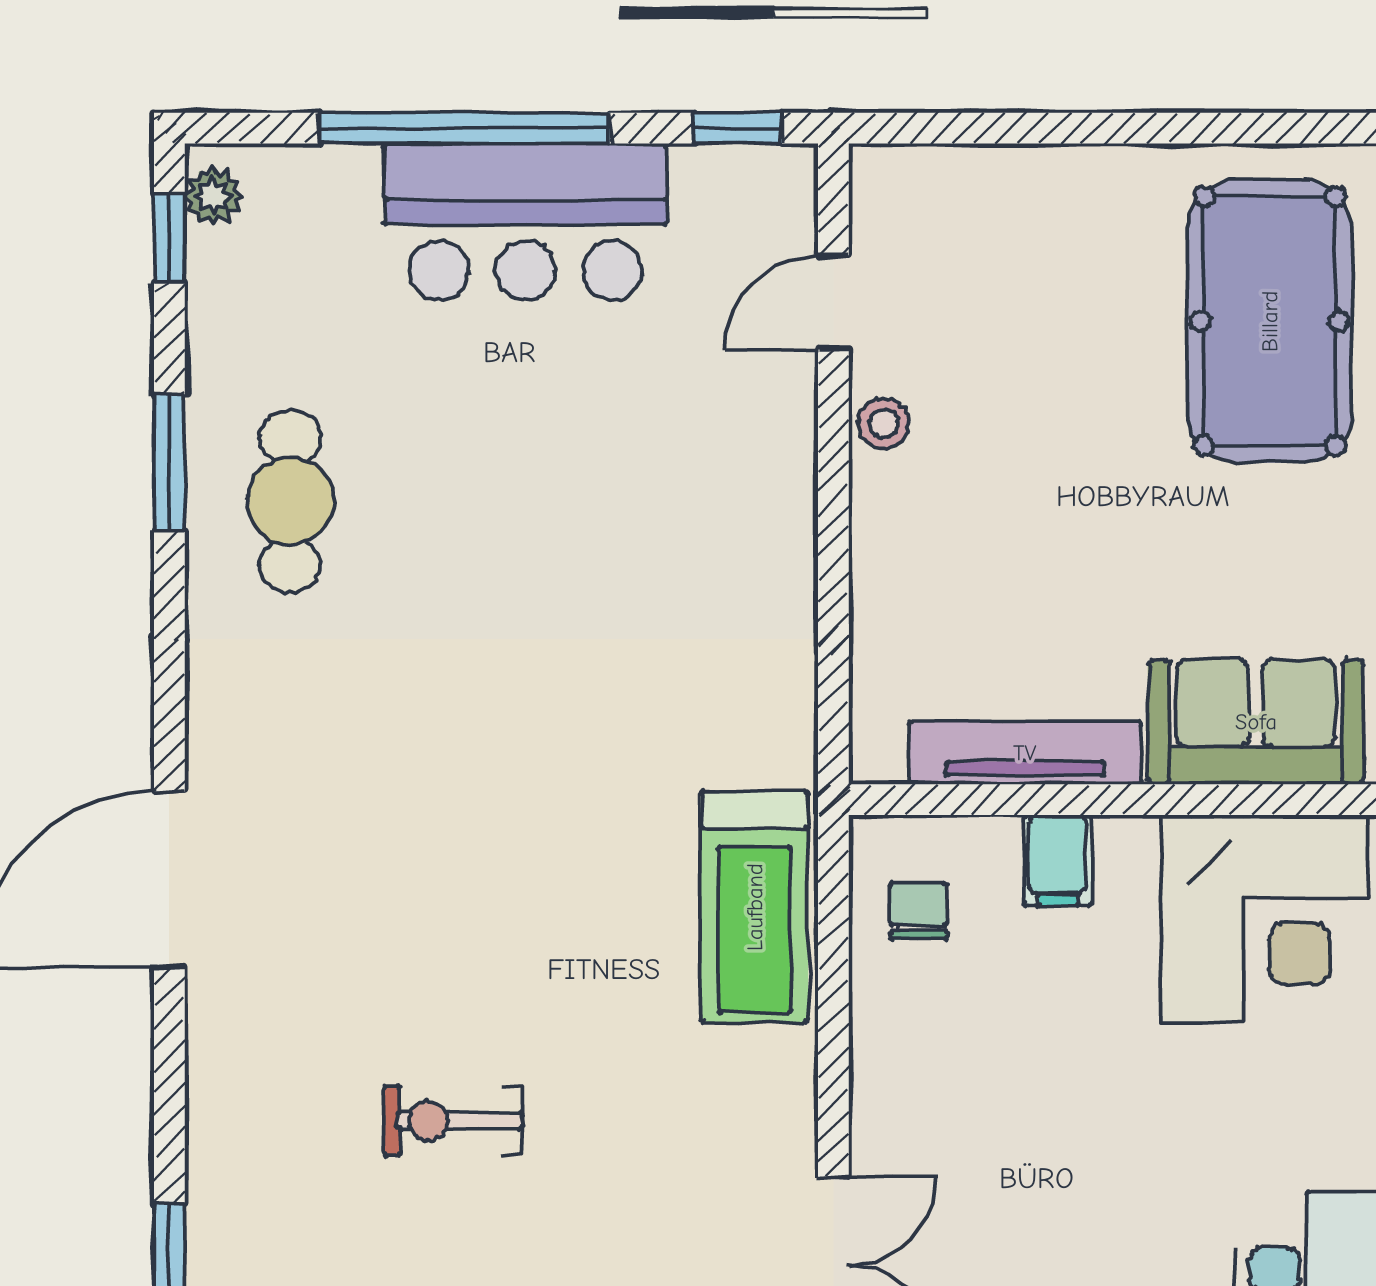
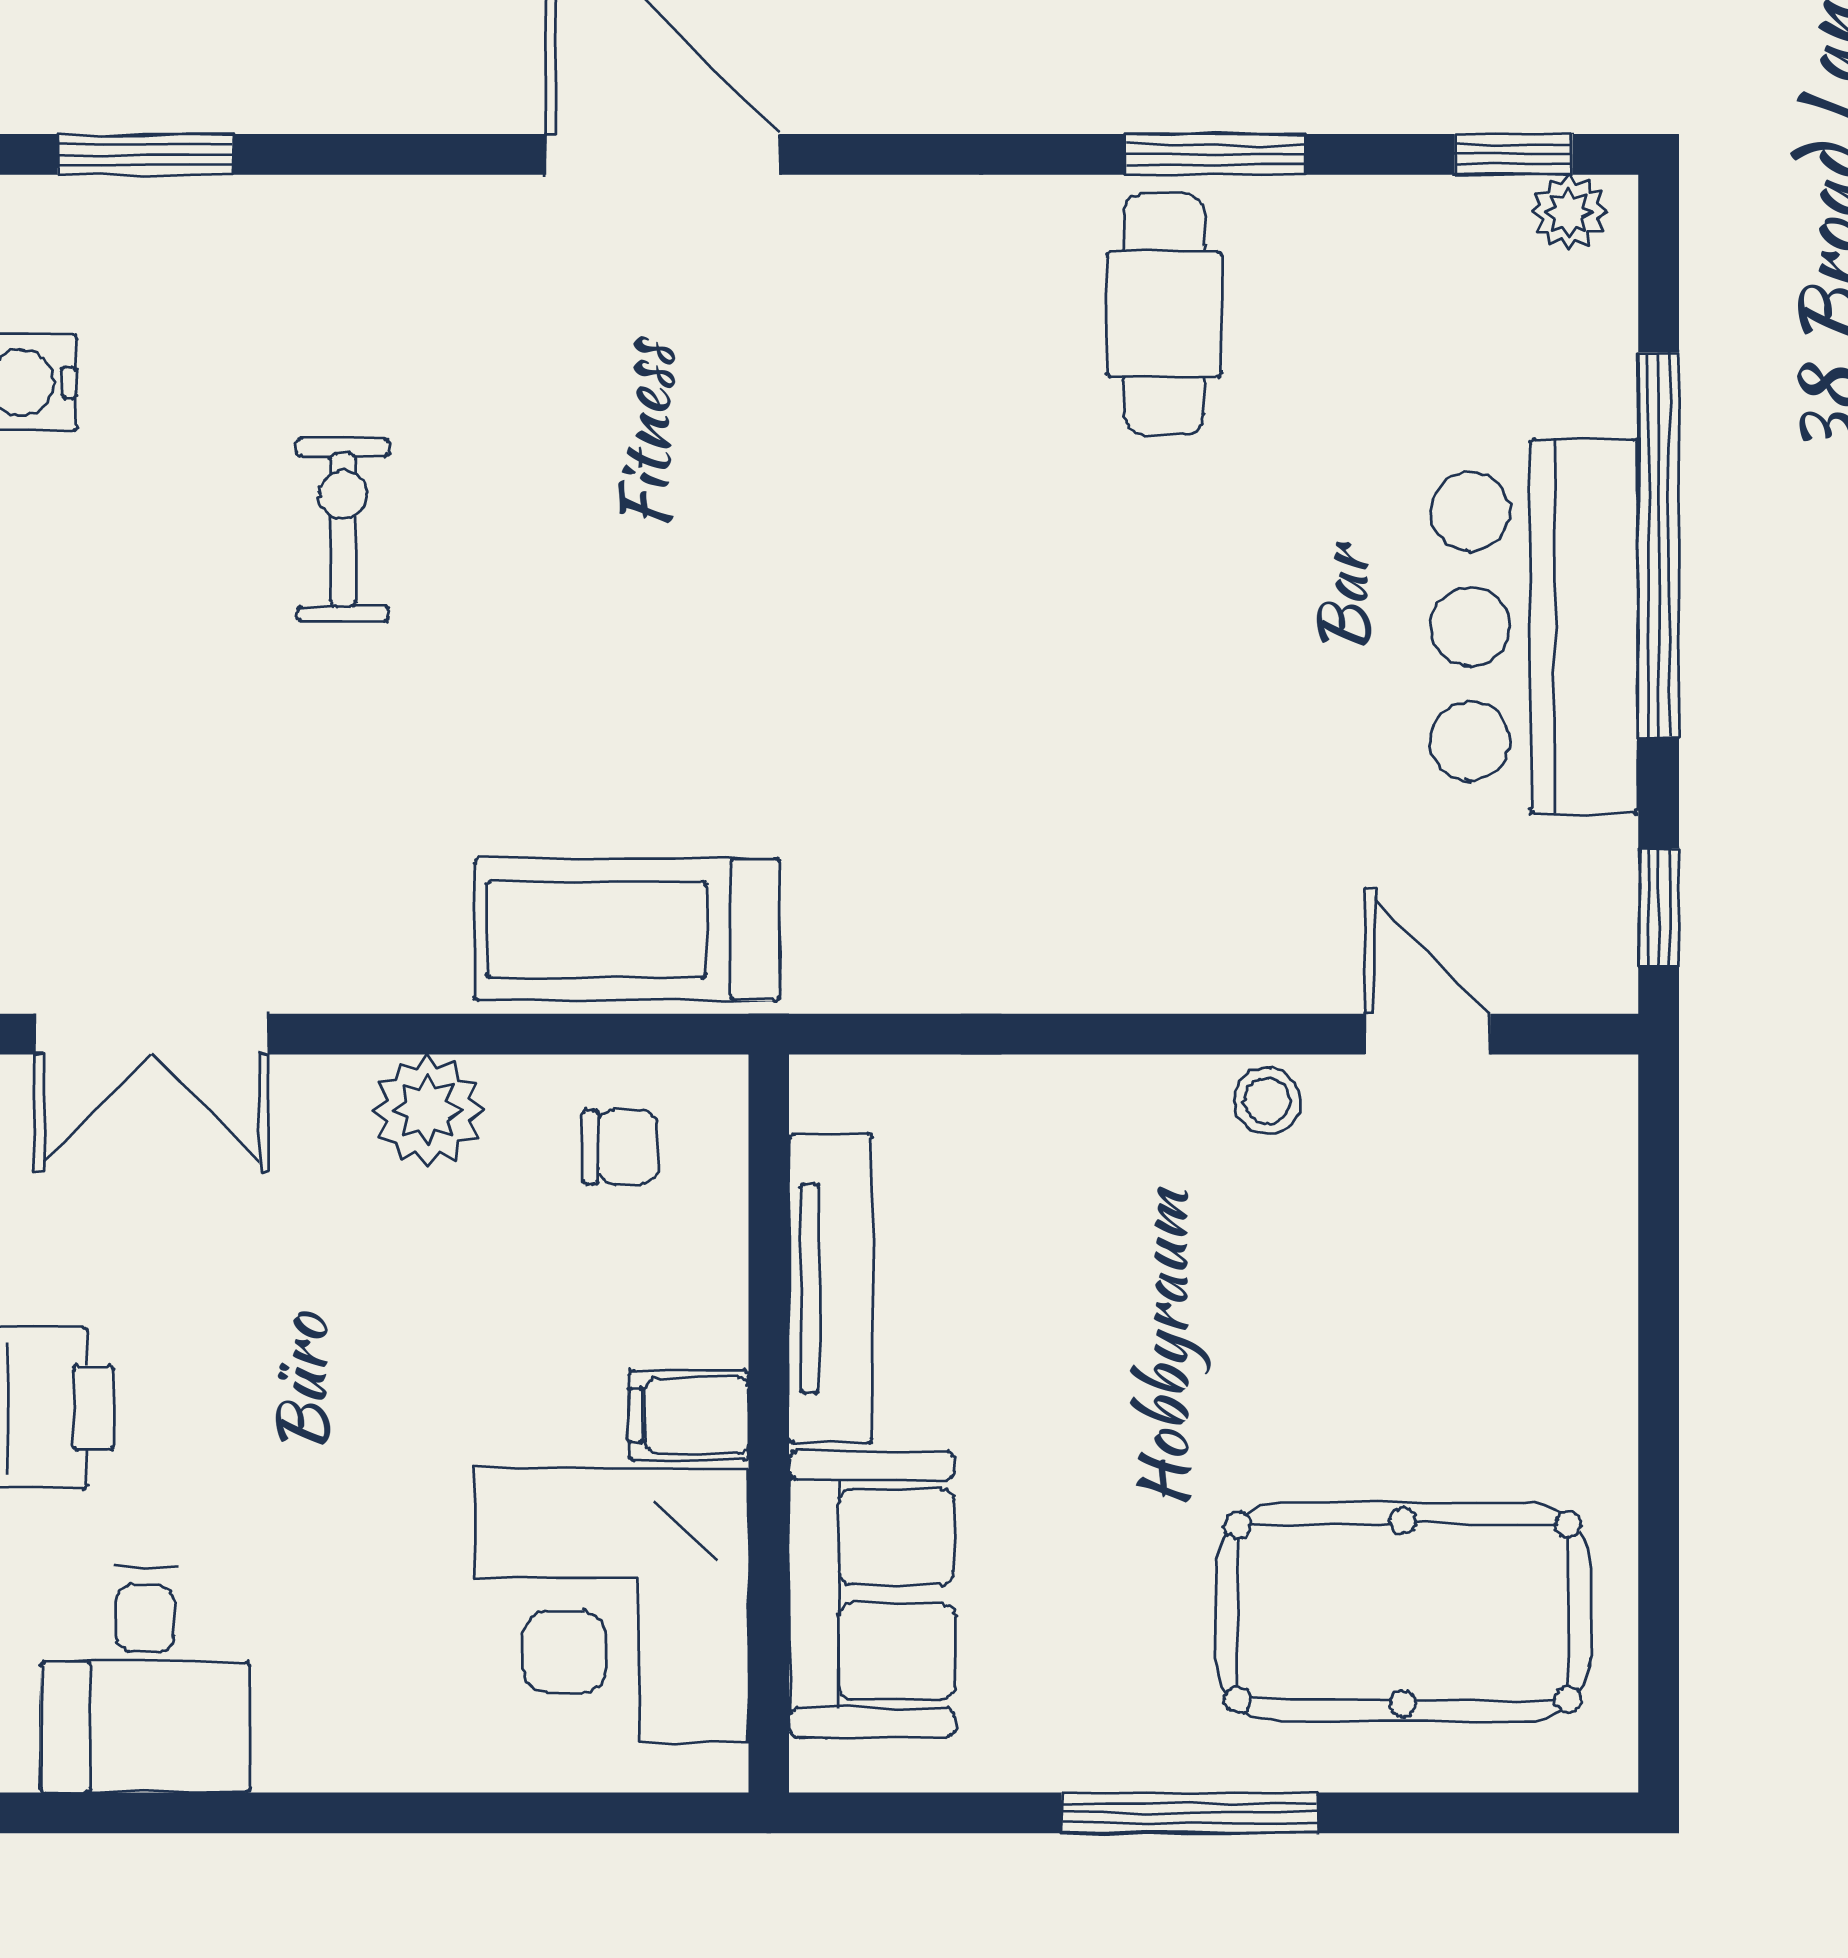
cafe table: (290, 501) -> (1164, 314), turned 90
filing cabinet: (1058, 860) -> (689, 1415), moved
plant: (891, 1057) -> (427, 1110), added

